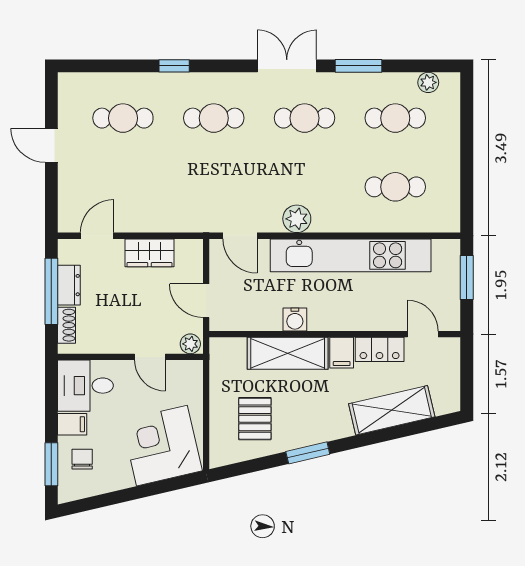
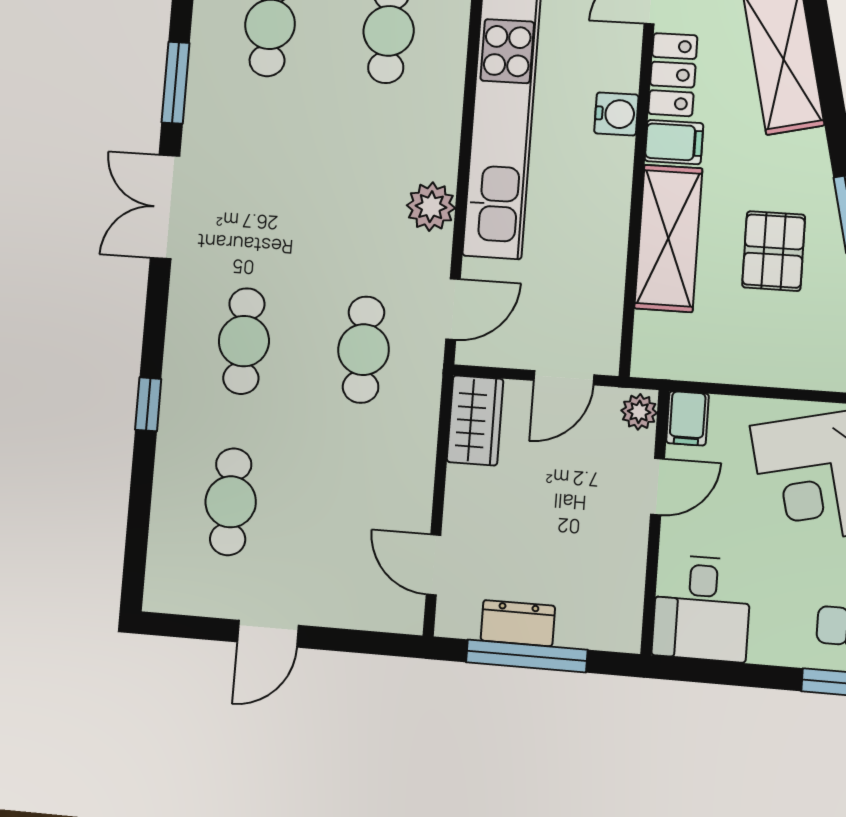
cafe table: (305, 118) -> (364, 350), moved
wardrobe: (149, 253) -> (475, 420), moved
water cooler: (295, 319) -> (616, 114), moved
shoe rack: (67, 325) -> (590, 634), removed
pallet: (255, 419) -> (774, 251), moved, turned 90
filing cabinet: (72, 424) -> (687, 418), moved, turned 180

